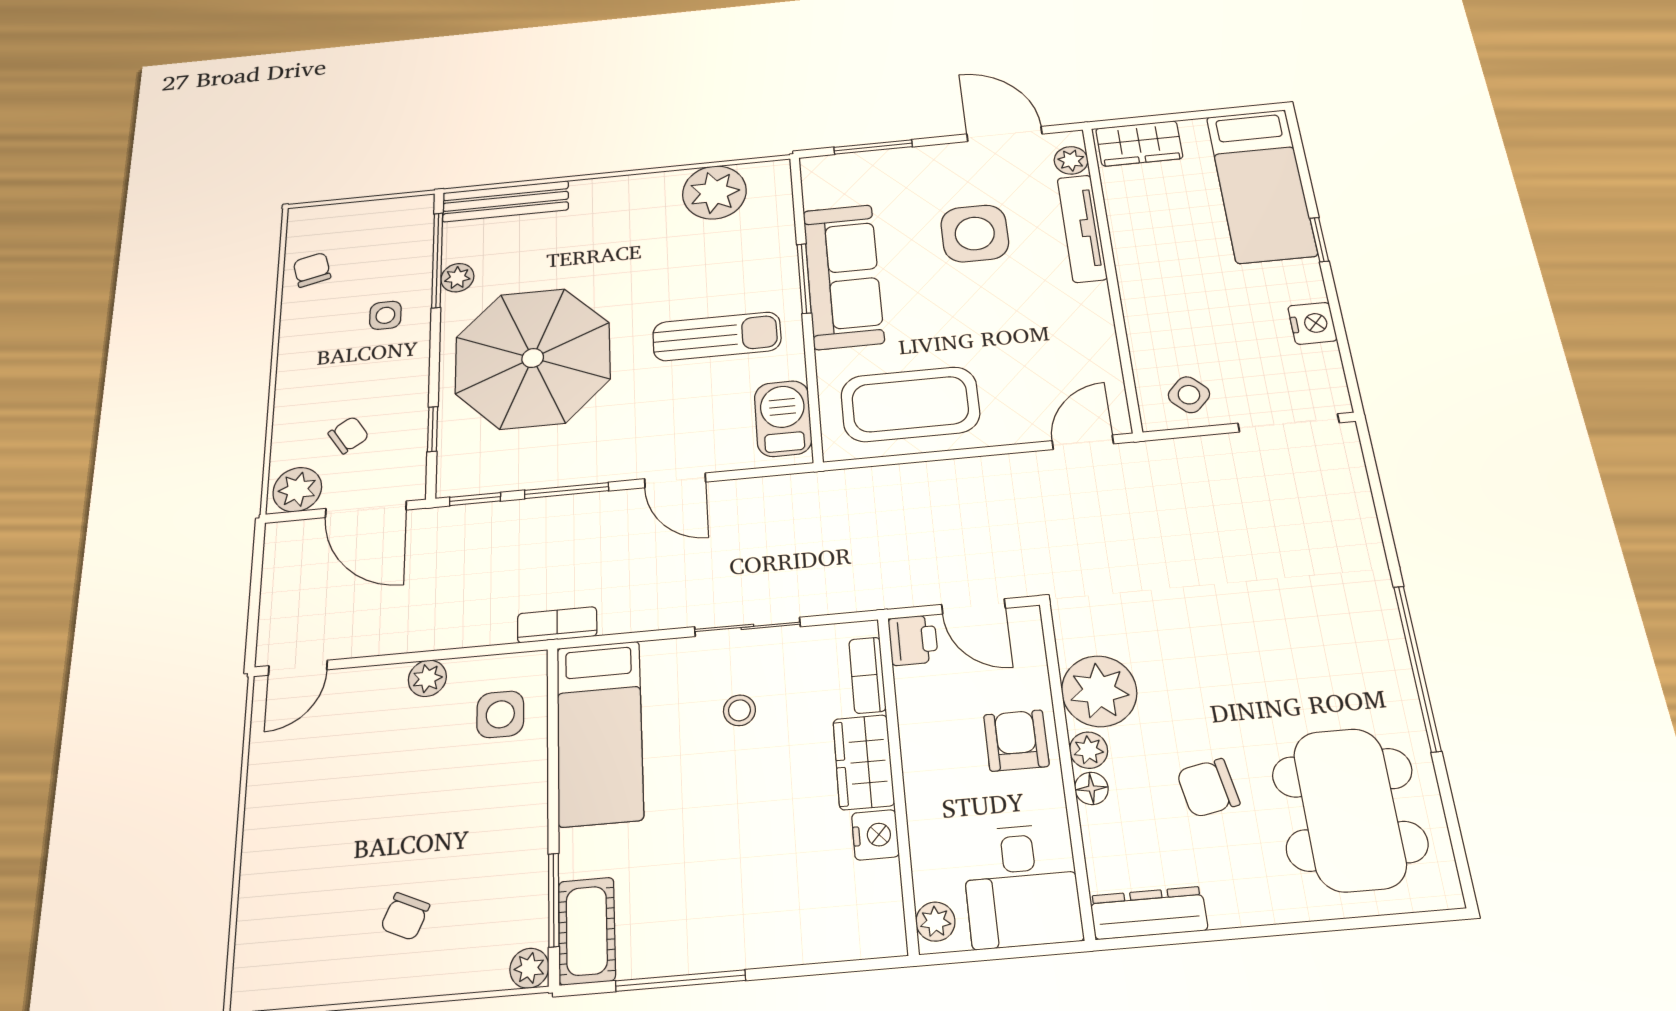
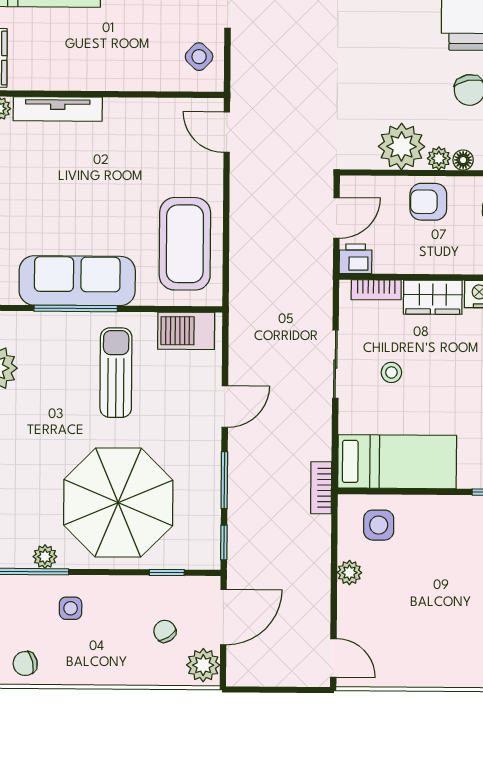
side table: (975, 233) -> (53, 185), removed
window: (804, 278) -> (76, 308), width x1.44

